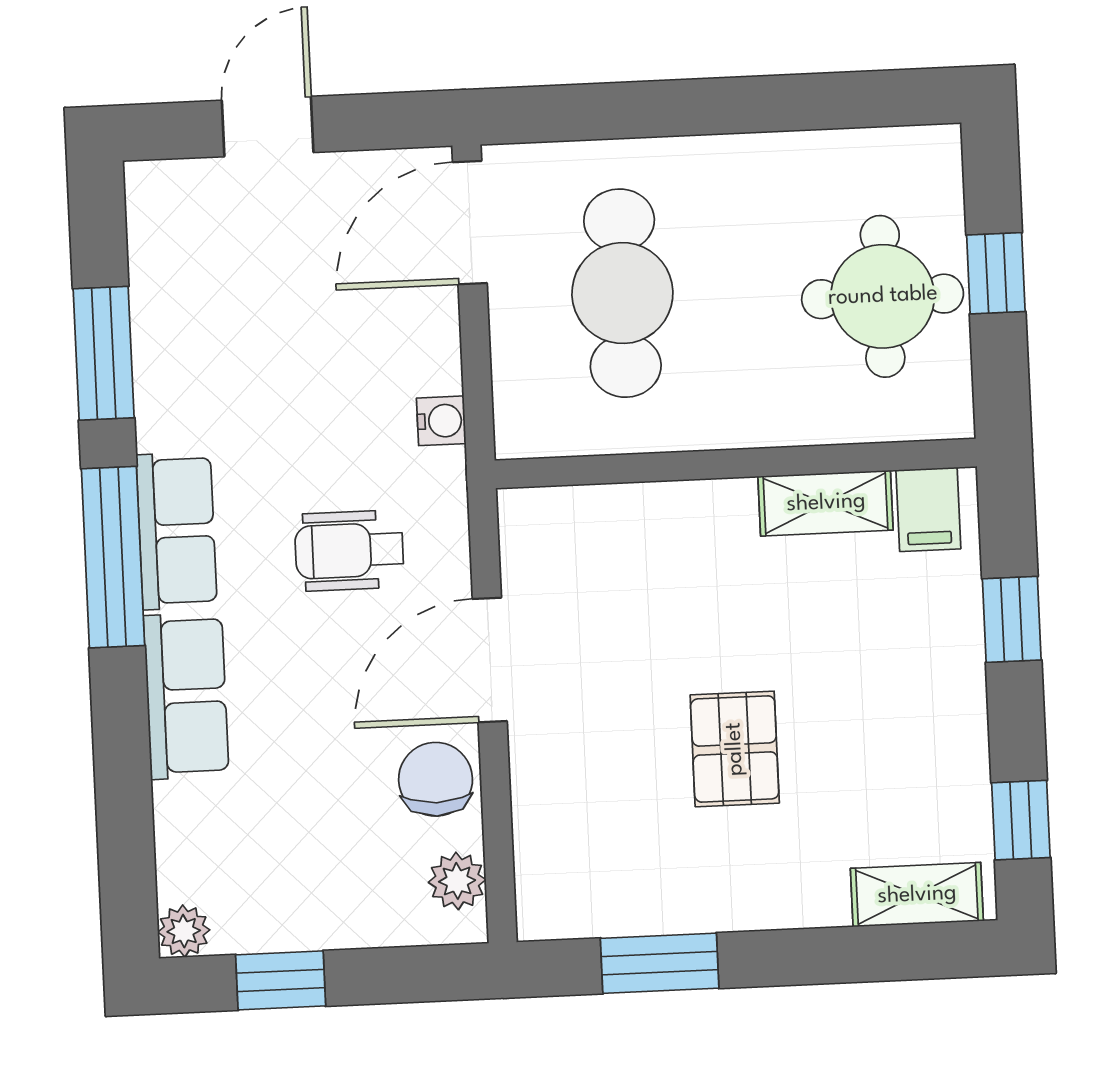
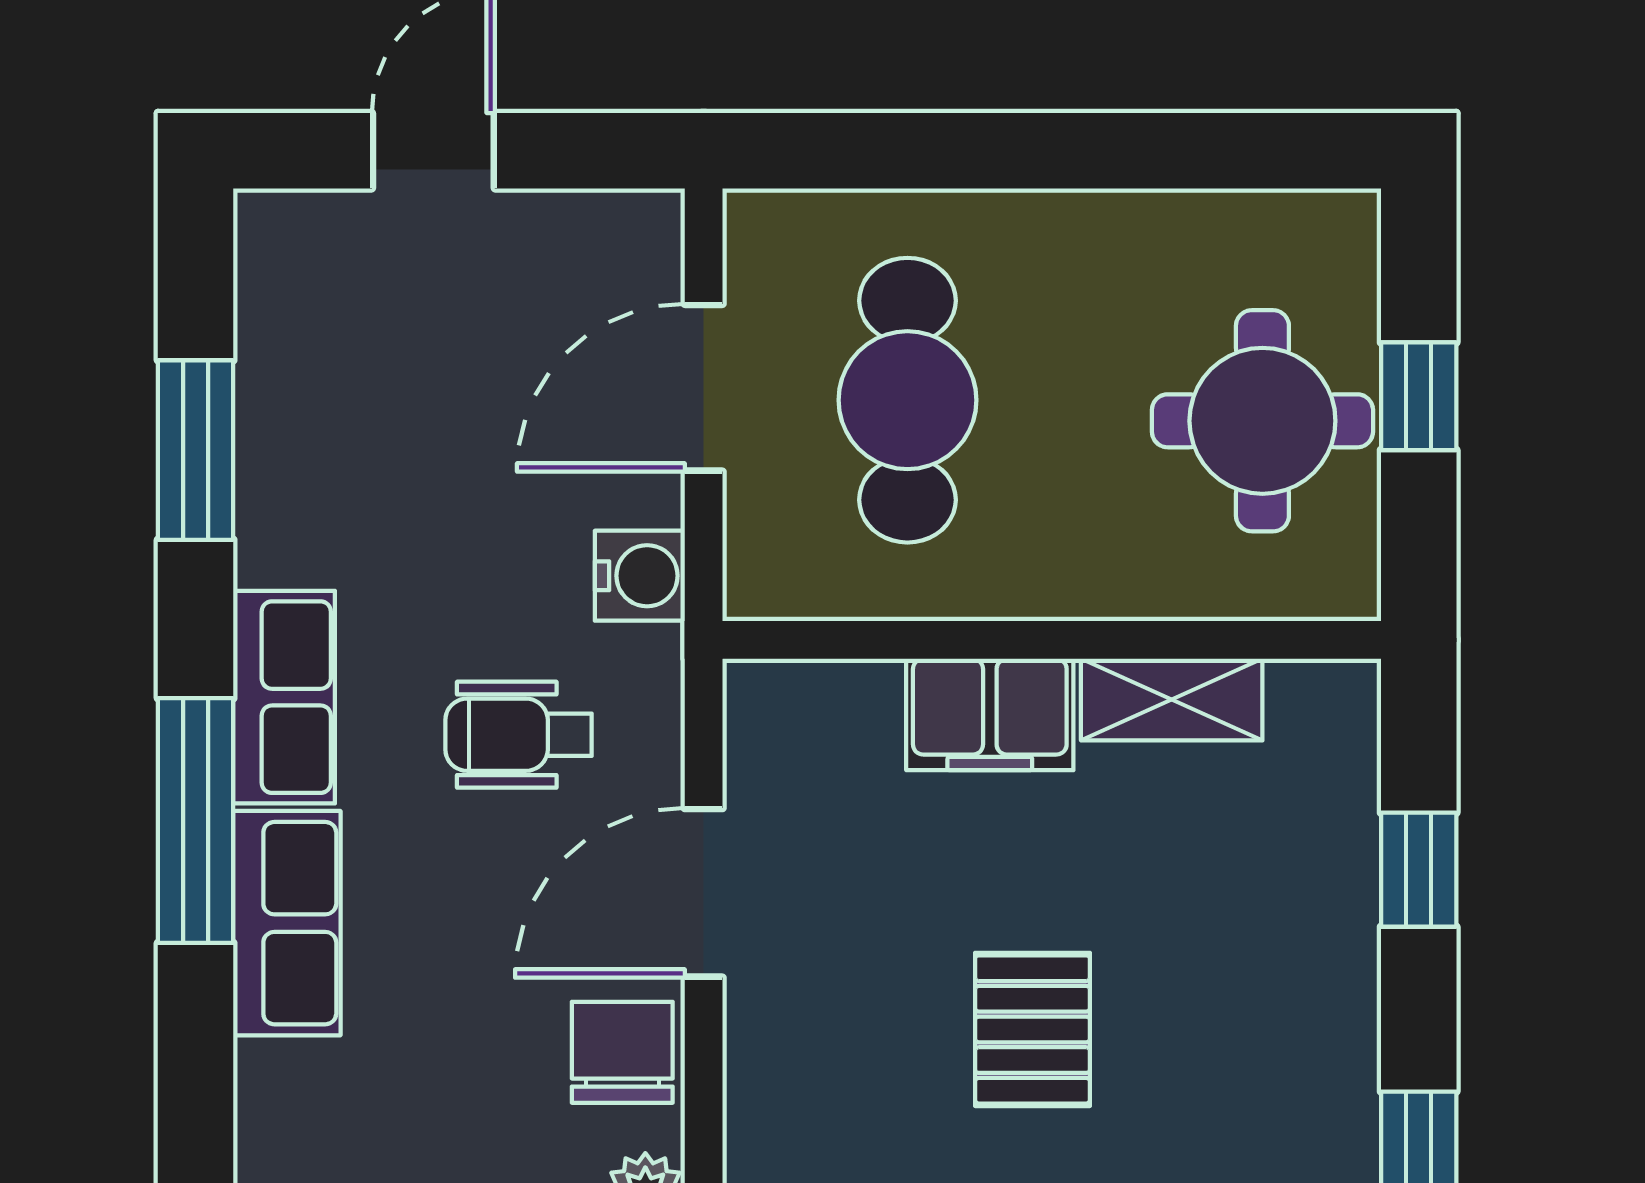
door: (470, 223) -> (704, 388), moved
water cooler: (441, 421) -> (640, 576), width x1.38, depth x1.38
filing cabinet: (928, 509) -> (990, 714), moved, width x2.00
window: (113, 557) -> (196, 821), moved

